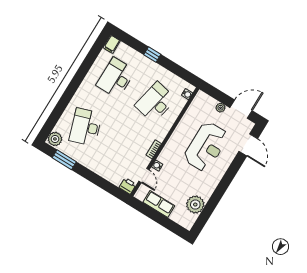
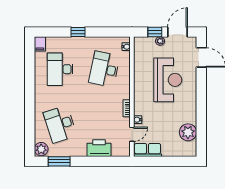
window: (221, 97) -> (155, 32), added
door: (144, 175) -> (132, 134), hinge flipped
printer: (128, 186) -> (99, 148), moved, width x1.87, depth x1.48
row of seats: (159, 204) -> (148, 150), moved

